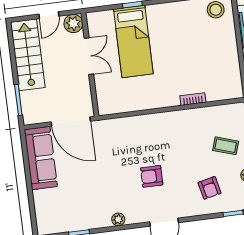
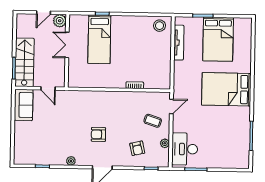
stairs: (28, 55) -> (24, 62), moved
double door: (89, 56) -> (67, 45), swing flipped
door: (71, 122) -> (48, 88), width x0.53
sofa: (41, 158) -> (24, 105), width x0.73

